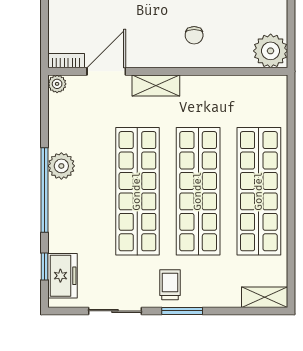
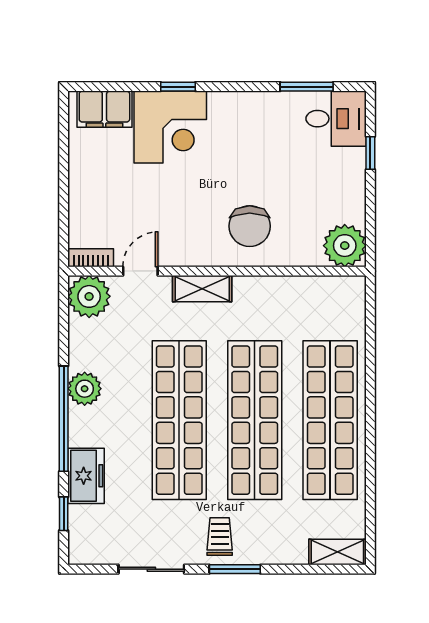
chair: (194, 35) -> (250, 226), width x1.87, depth x1.87
door: (106, 71) -> (140, 271), width x0.73
plant: (57, 84) -> (89, 296), width x1.87, depth x1.87
freezer: (63, 276) -> (86, 476), moved

